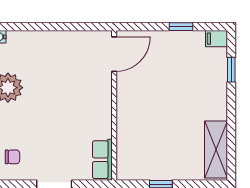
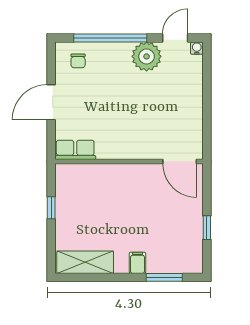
filing cabinet: (217, 39) -> (137, 263), moved
window: (231, 70) -> (164, 277), width x1.50

